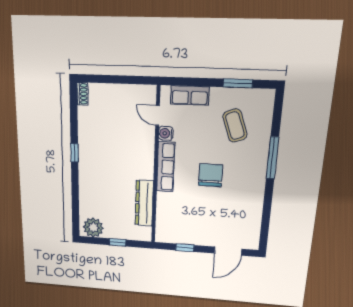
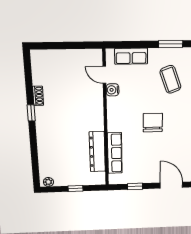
shoe rack: (82, 94) -> (38, 96), moved
row of seats: (166, 167) -> (115, 153), moved
plant: (93, 227) -> (48, 182), width x0.53, depth x0.53
door: (228, 251) -> (171, 185), swing flipped

